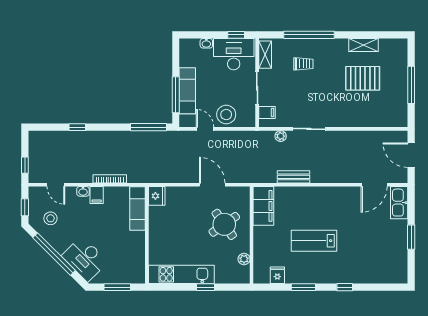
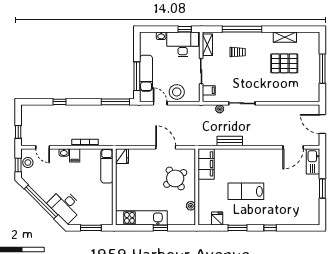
stool: (50, 218) -> (28, 163), moved

